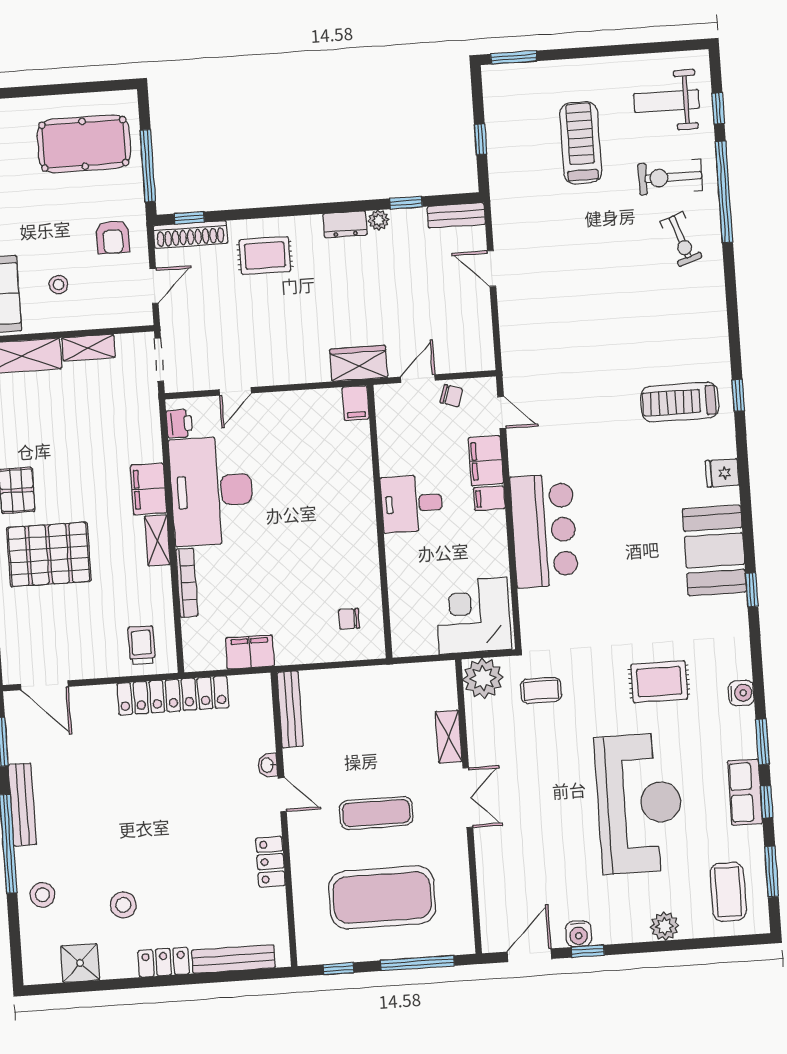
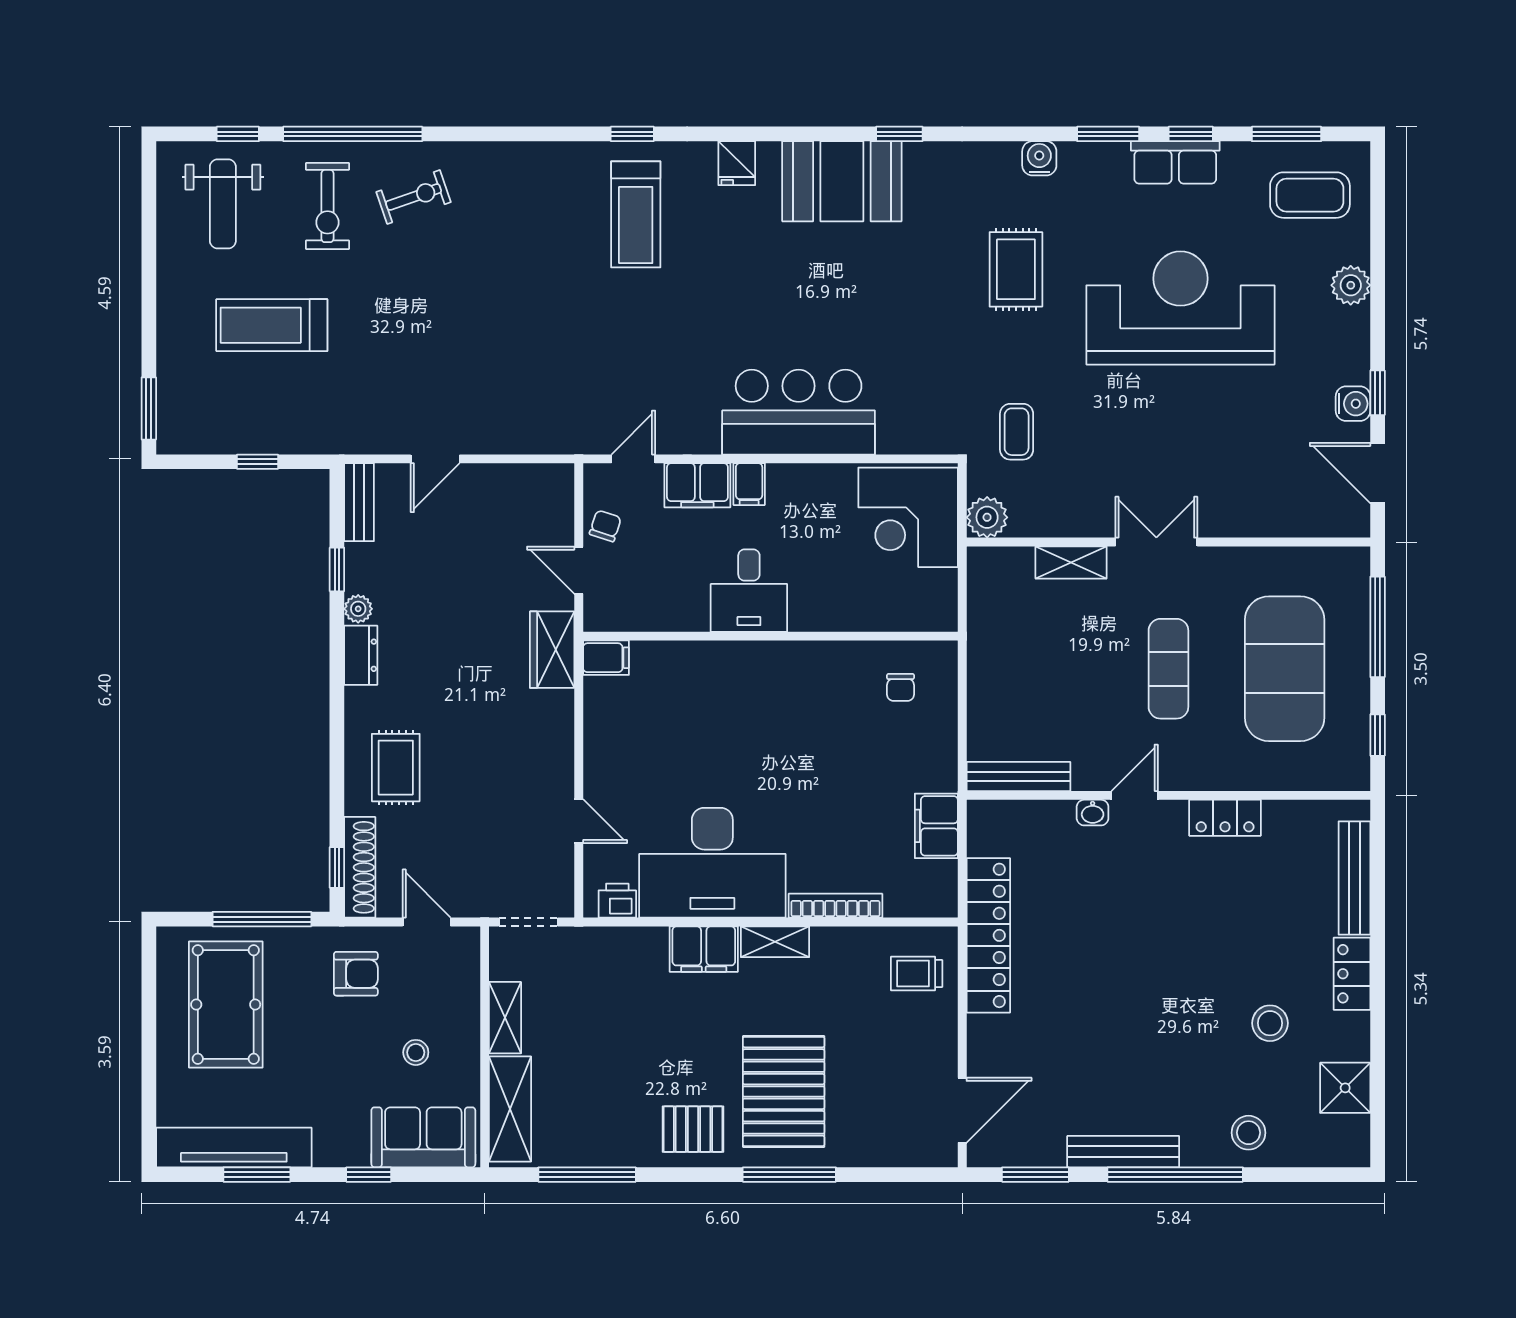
plant: (483, 678) -> (987, 517), width x0.73, depth x0.73

